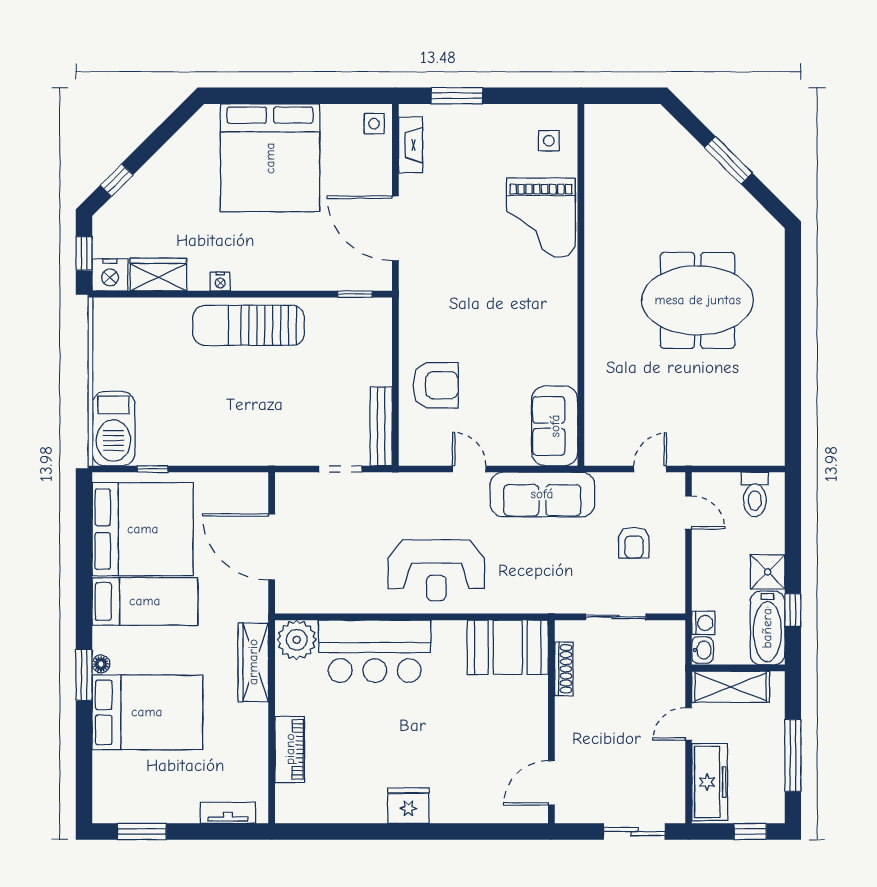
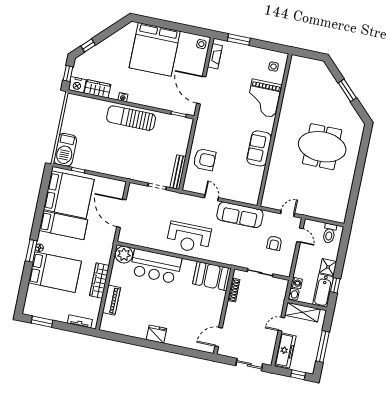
sofa: (555, 426) -> (259, 148), moved
wardrobe: (253, 662) -> (99, 281), moved

